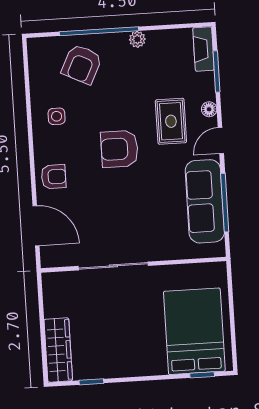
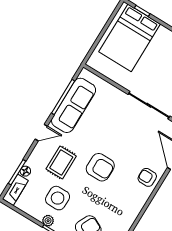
floor lamp: (209, 109) -> (25, 171), moved
side table: (57, 116) -> (58, 198), moved, width x1.87, depth x1.87

